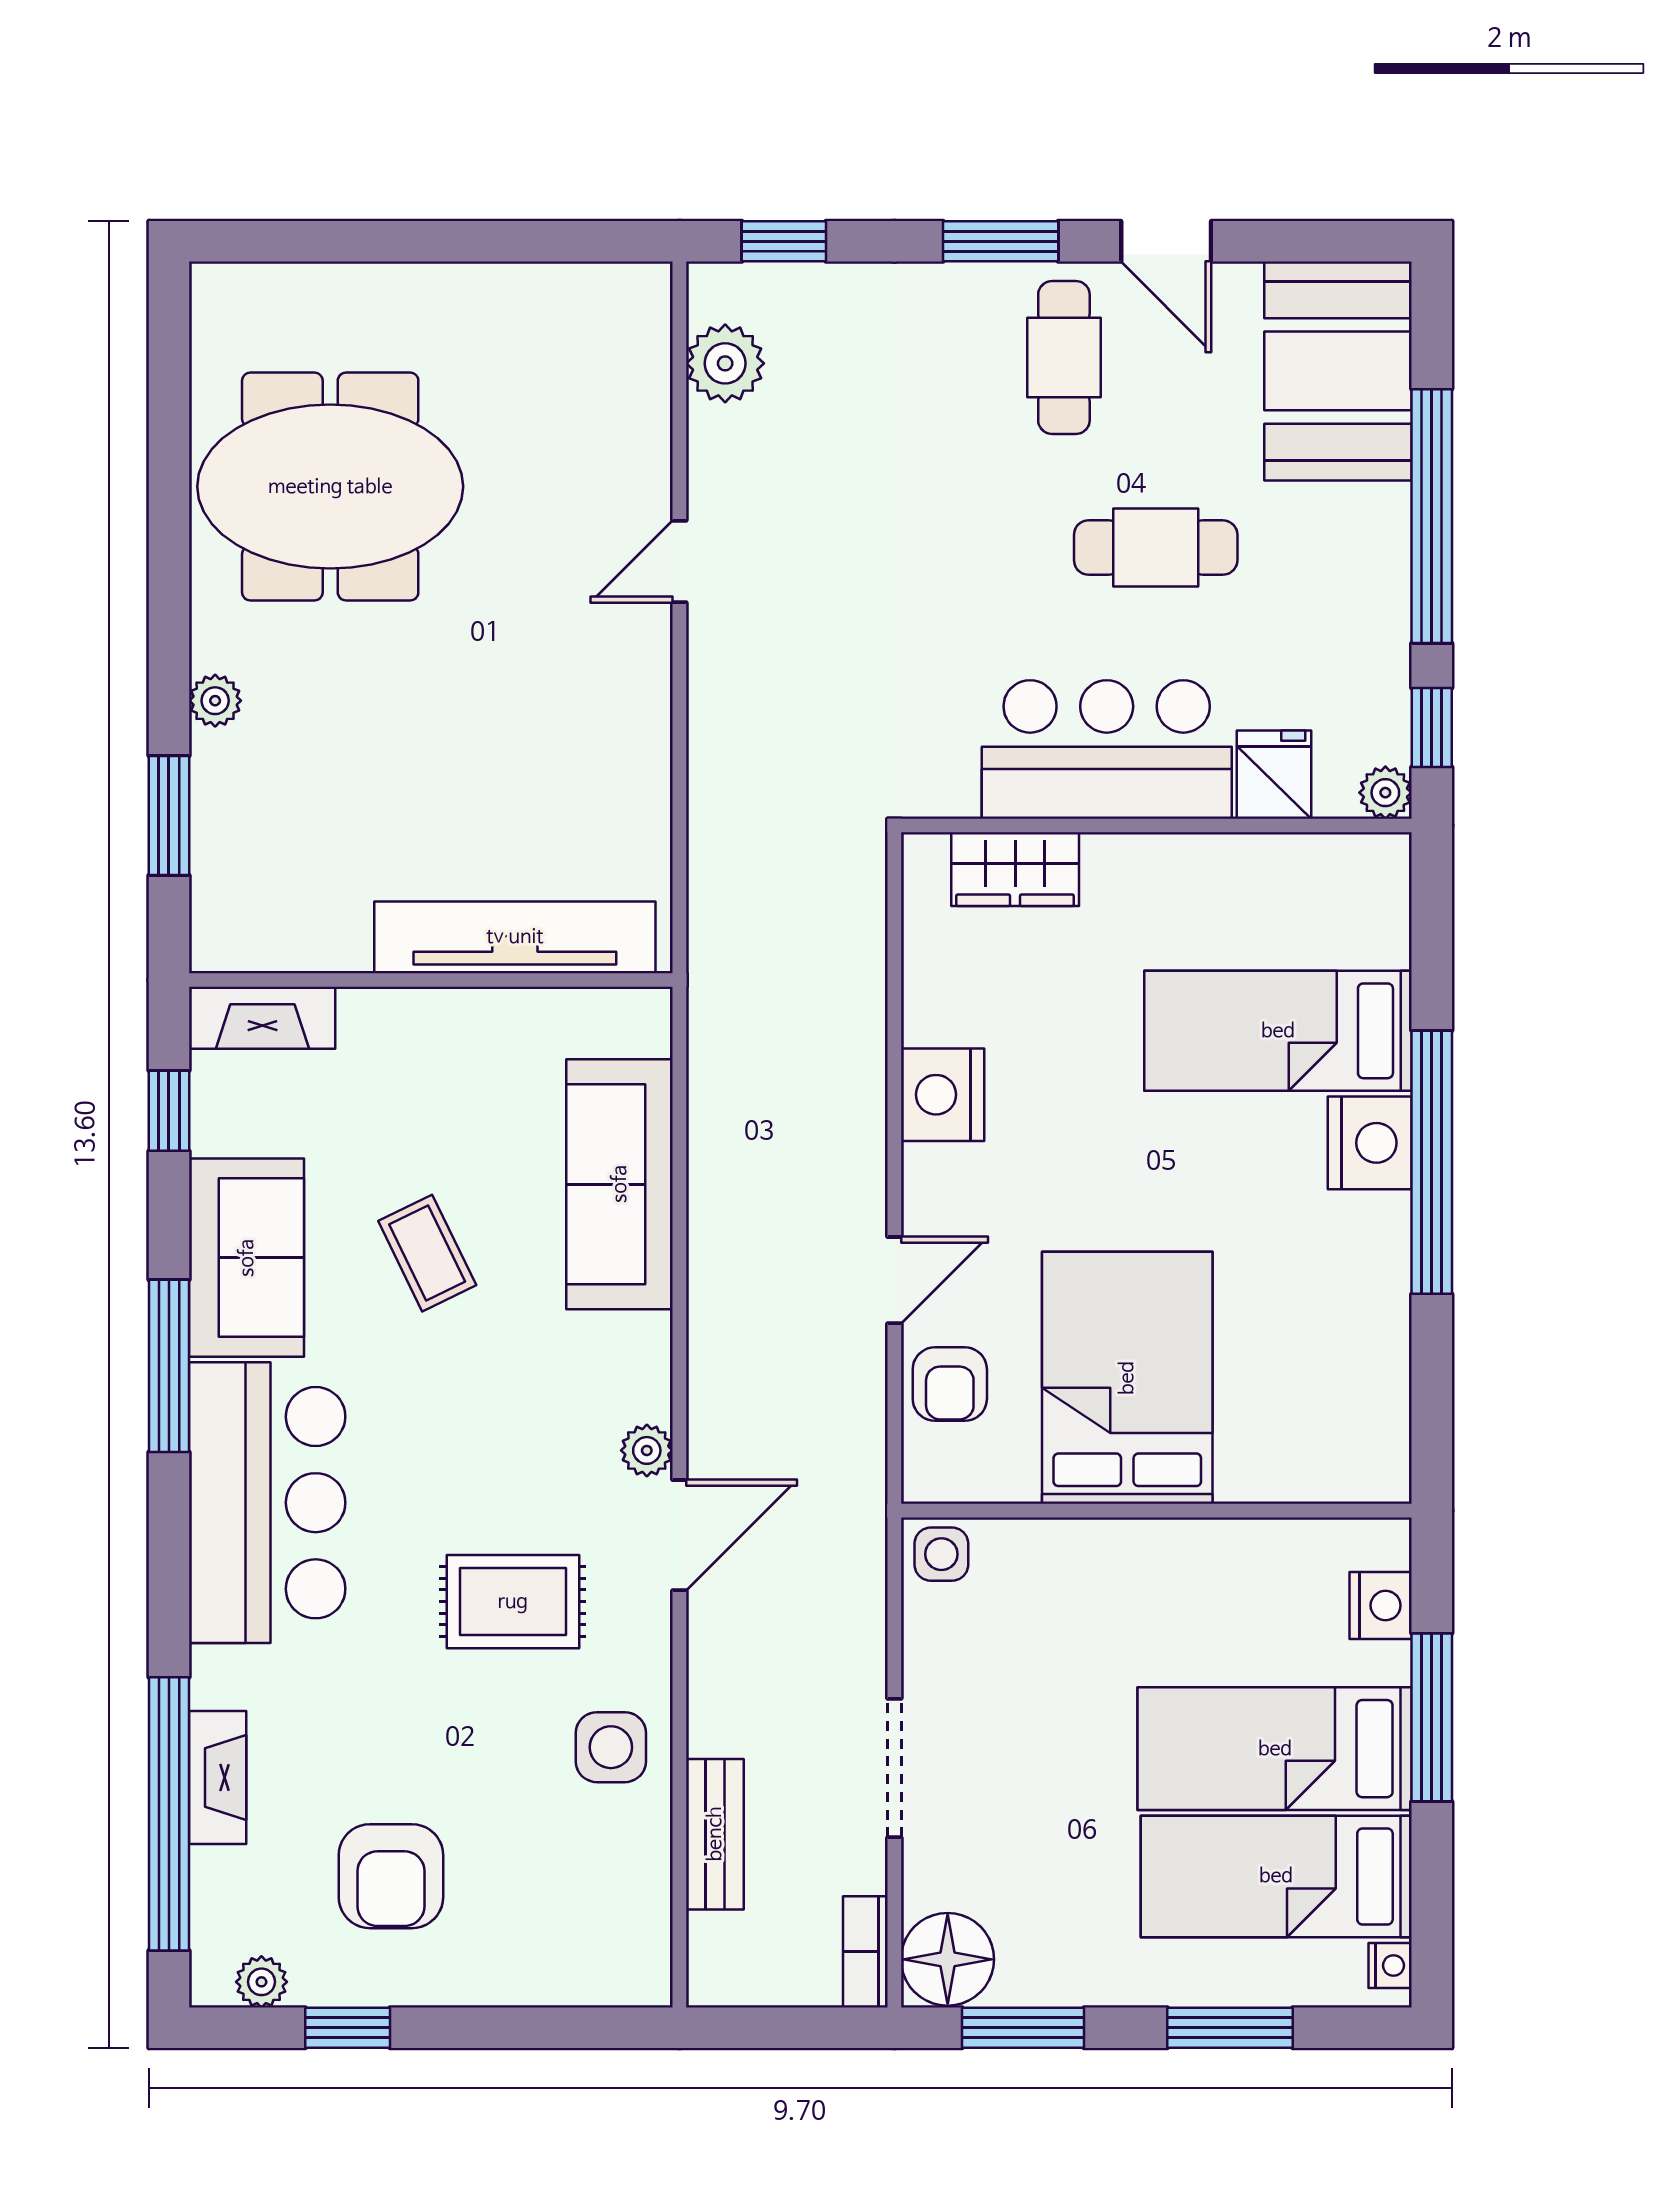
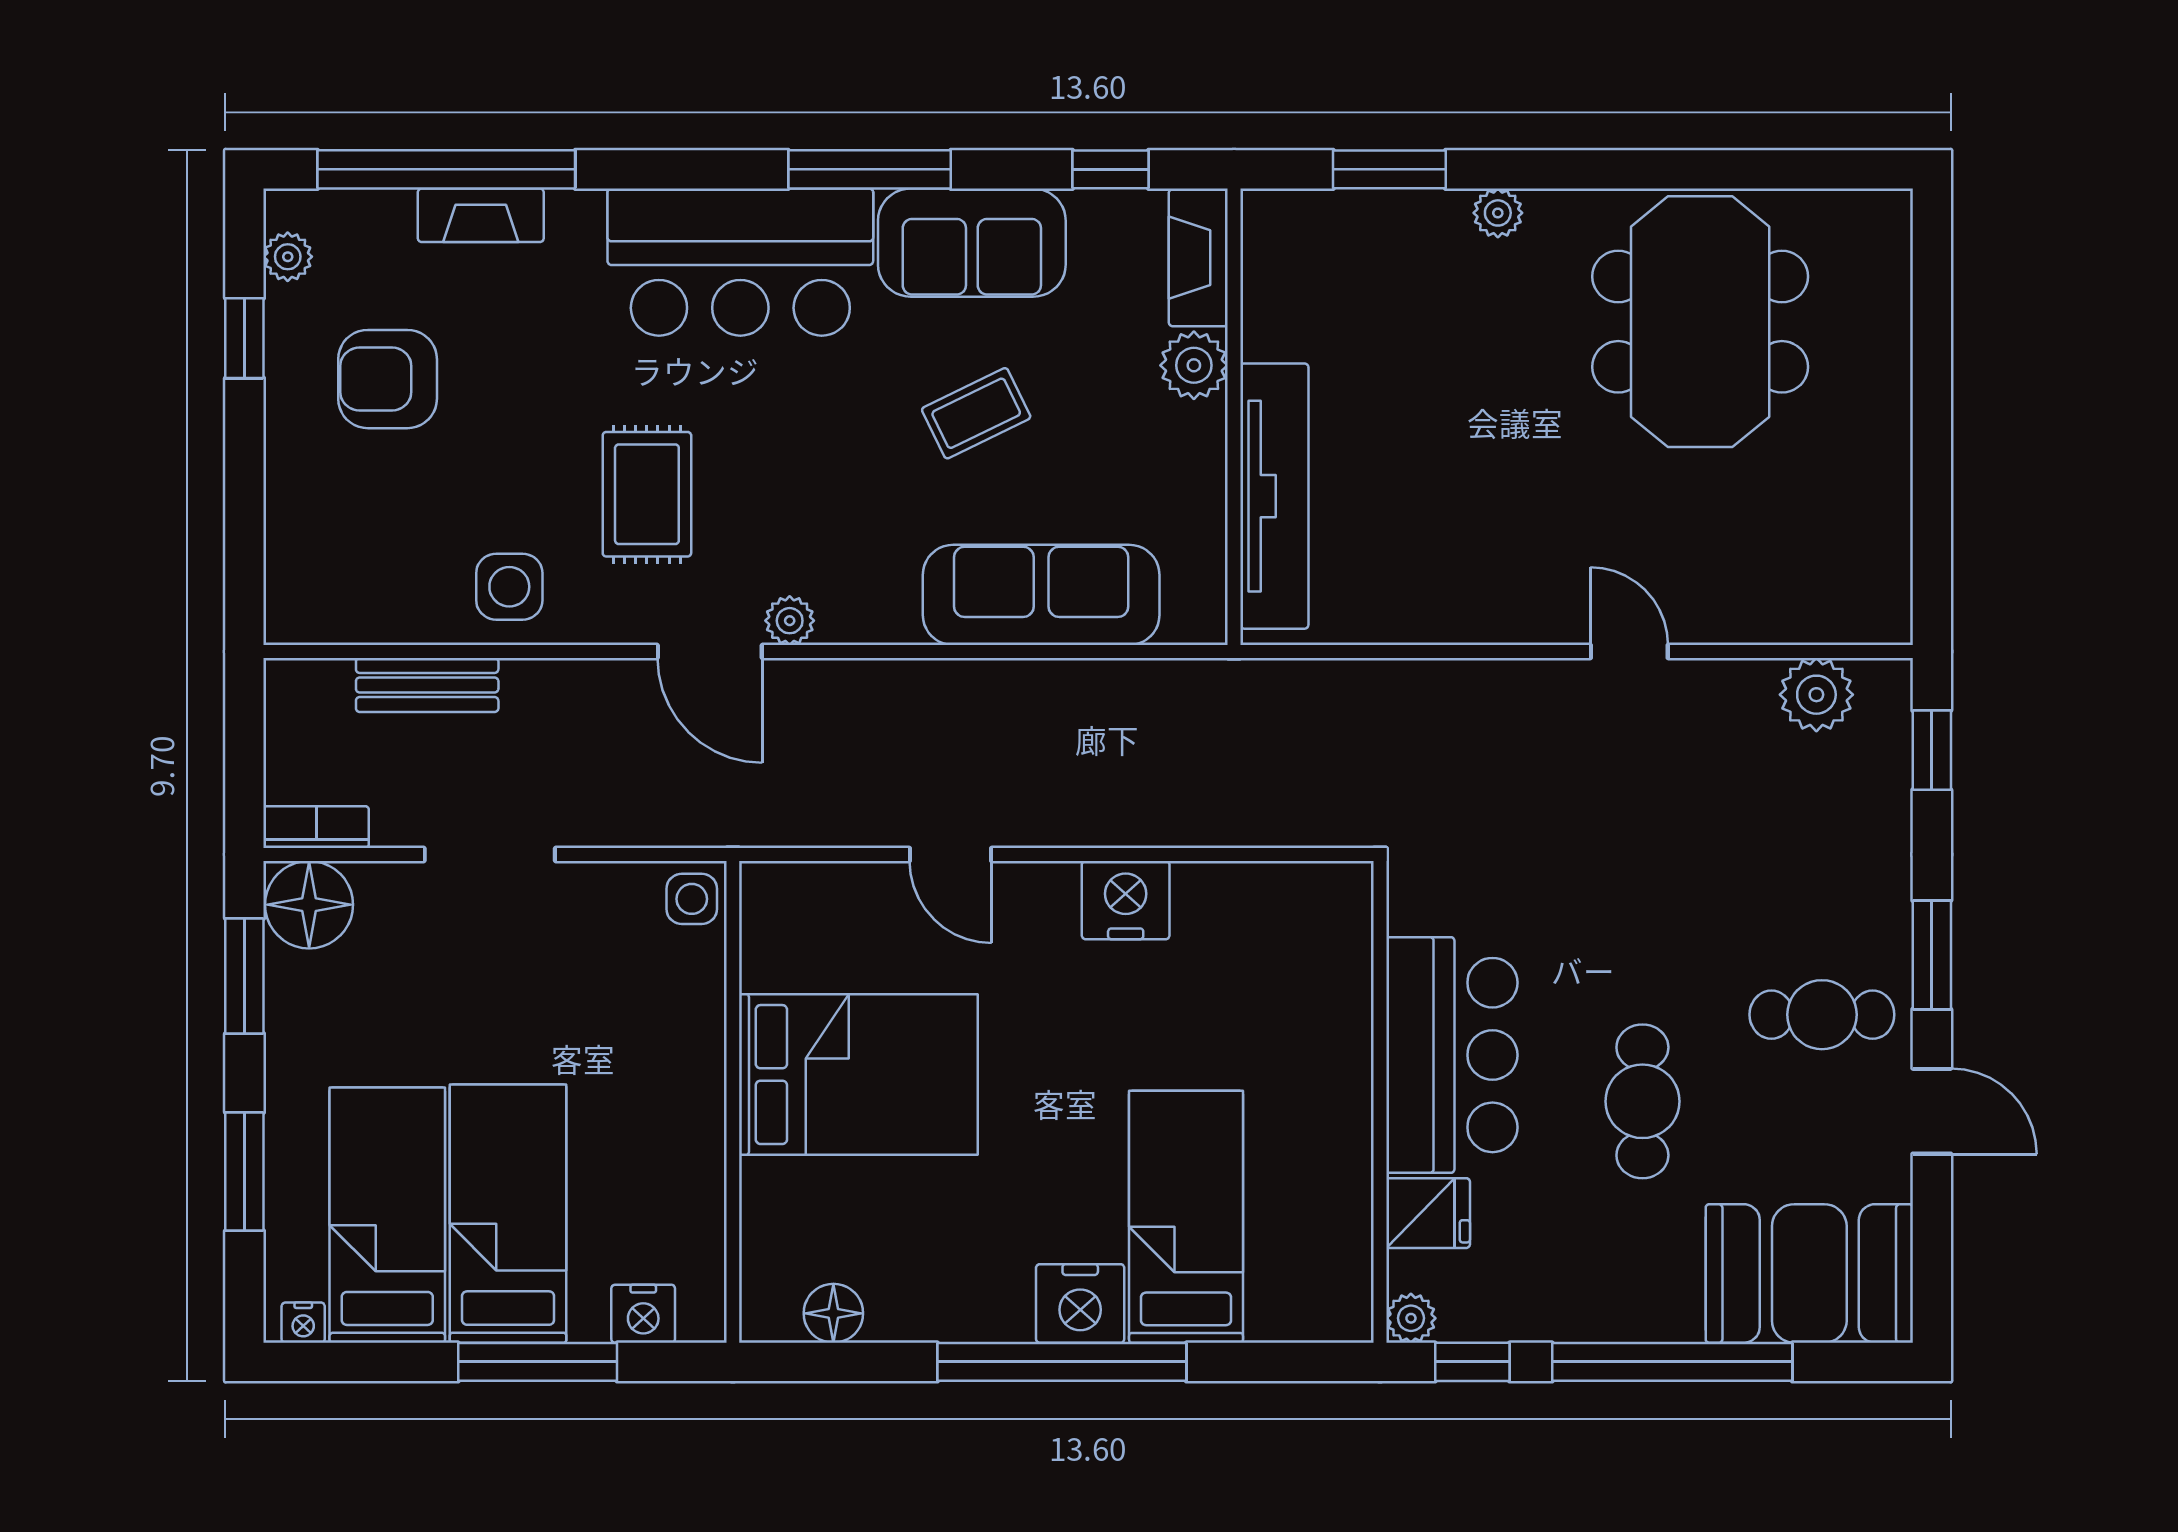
door: (1166, 241) -> (1932, 1111), swing flipped
wardrobe: (1015, 869) -> (1339, 968), removed
plant: (376, 1022) -> (1194, 365), added
armchair: (950, 1384) -> (852, 907), removed
floor lamp: (1380, 1404) -> (833, 1313), added

